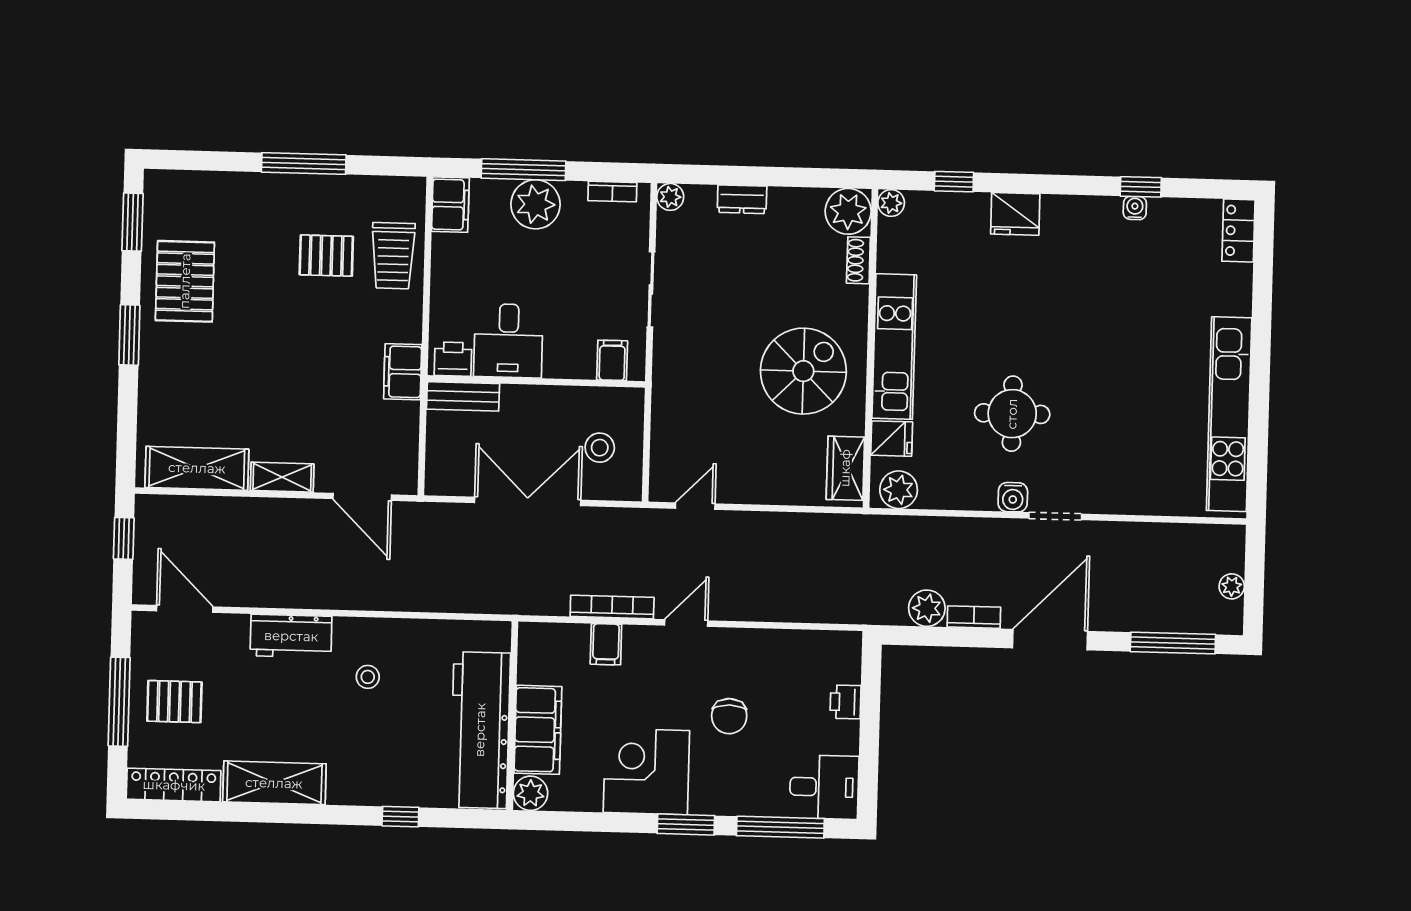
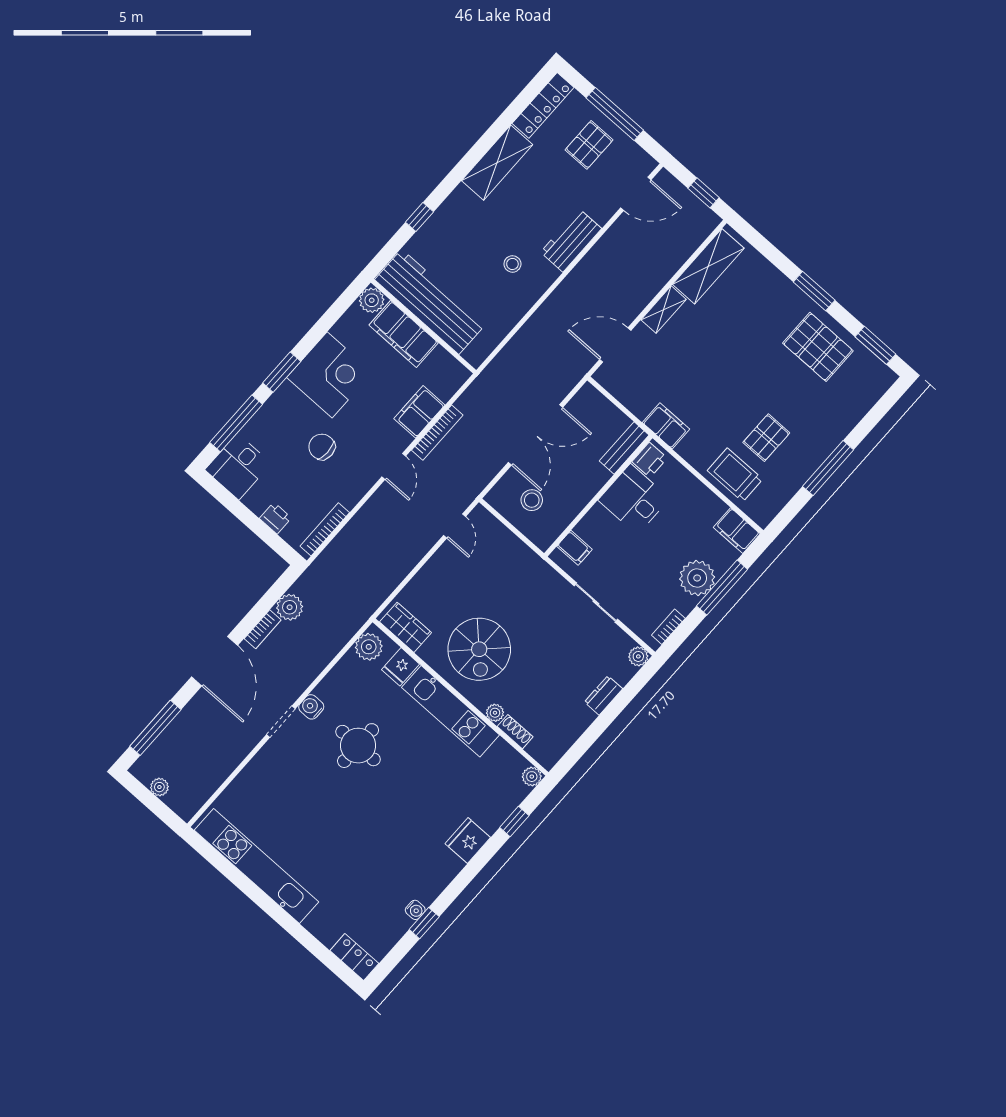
plant: (848, 211) -> (495, 713), moved, width x0.53, depth x0.53
bookcase: (814, 640) -> (325, 529), added
filing cabinet: (606, 644) -> (419, 412), width x2.00

